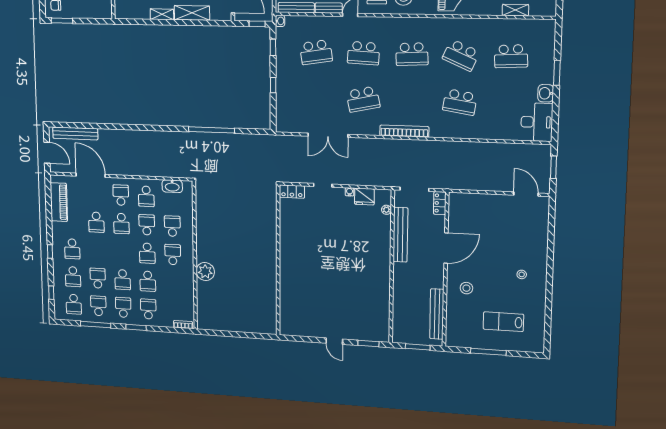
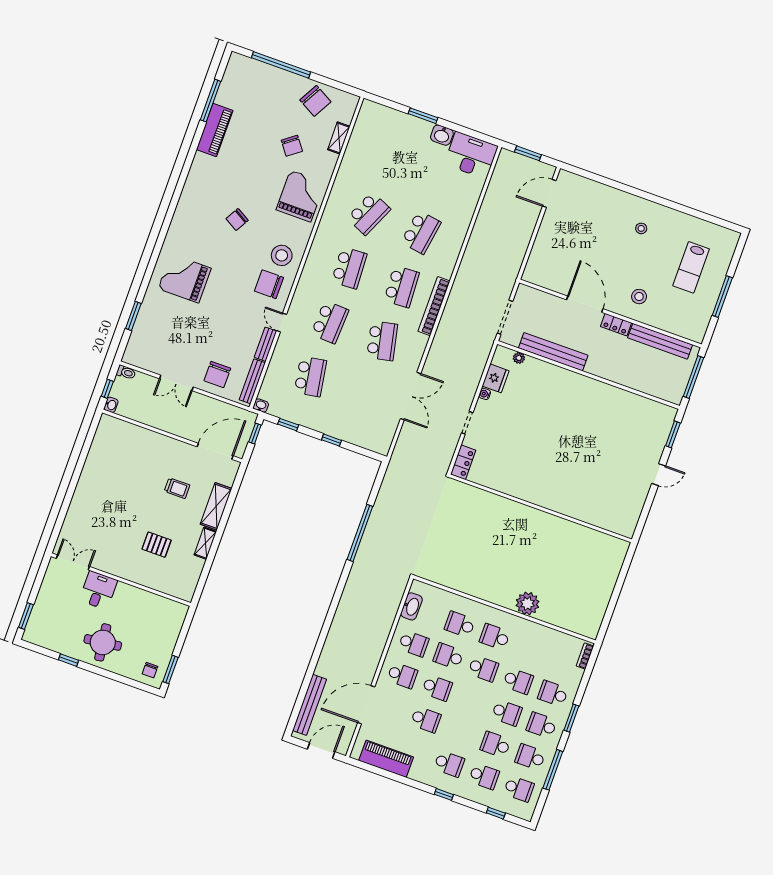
school desk: (511, 56) -> (402, 287), moved
school desk: (121, 195) -> (402, 675), turned 180
locker: (440, 203) -> (616, 325), moved
window: (418, 347) -> (693, 377), width x1.44

